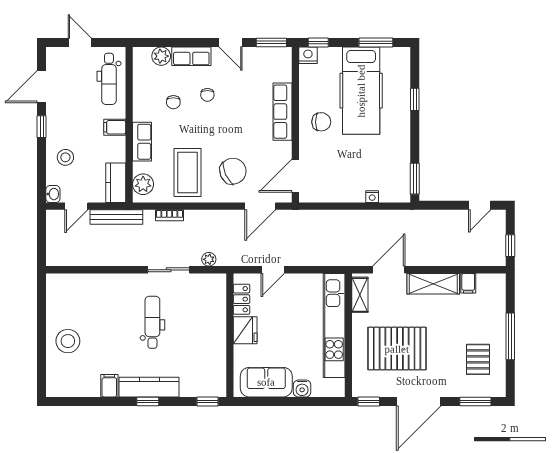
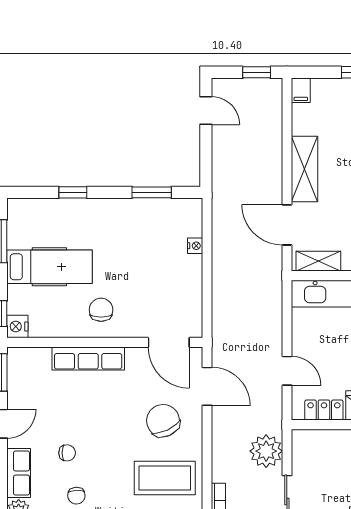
hospital bed: (361, 91) -> (49, 267), width x0.73, depth x0.78
chair: (173, 102) -> (76, 496), turned 87
window: (415, 179) -> (152, 192), moved
plant: (209, 259) -> (266, 451), width x1.88, depth x1.88
filing cabinet: (468, 283) -> (301, 90), moved, turned 90

